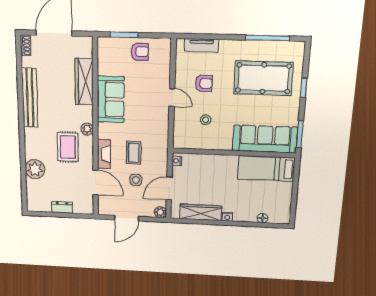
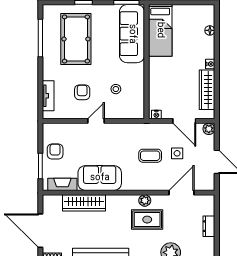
plant: (87, 129) -> (145, 200), moved
fireplace: (104, 154) -> (62, 184), moved

